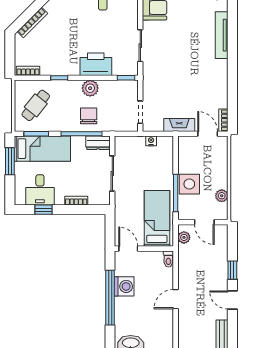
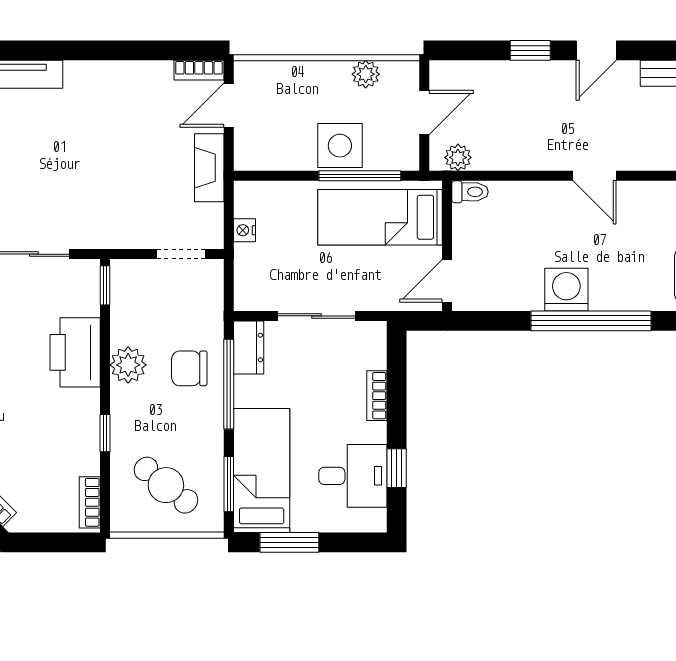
bed: (157, 218) -> (380, 217), moved
door: (128, 249) -> (447, 281), moved
wall: (144, 249) -> (447, 246), moved
toilet: (168, 259) -> (470, 192), moved

